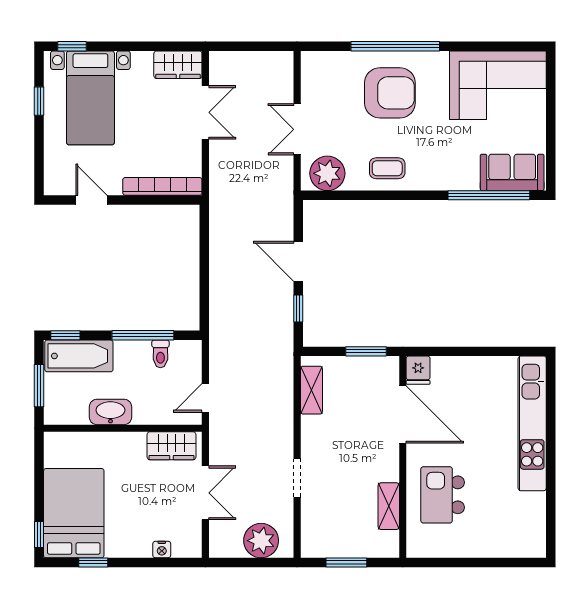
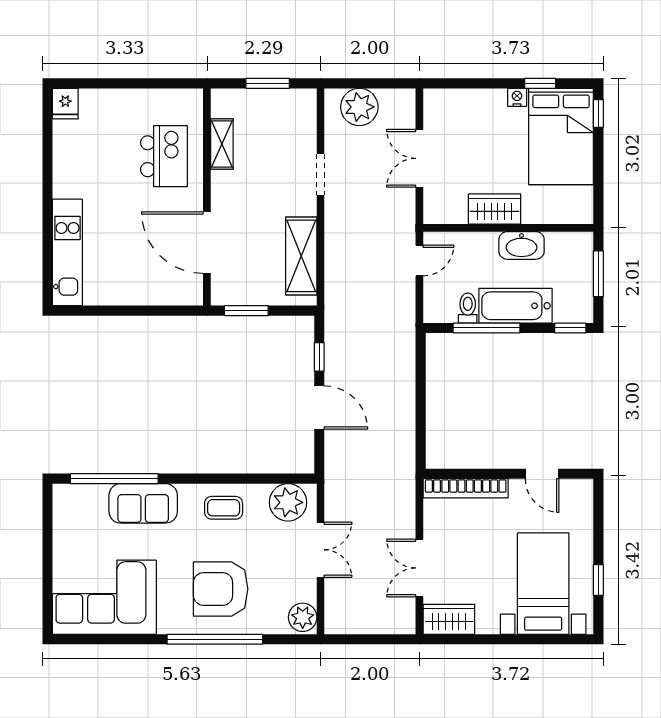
window: (72, 46) -> (563, 639), removed
plant: (314, 67) -> (303, 617), added
sofa: (512, 172) -> (143, 503), moved
bathtub: (79, 356) -> (516, 306), moved
fridge: (418, 370) -> (65, 104), moved, turned 180
shelving: (311, 390) -> (301, 256), width x1.50, depth x1.33
kitchen unit: (532, 423) -> (67, 252), width x0.73
wardrobe: (172, 446) -> (495, 209), moved
nightstand: (162, 550) -> (517, 97), moved

